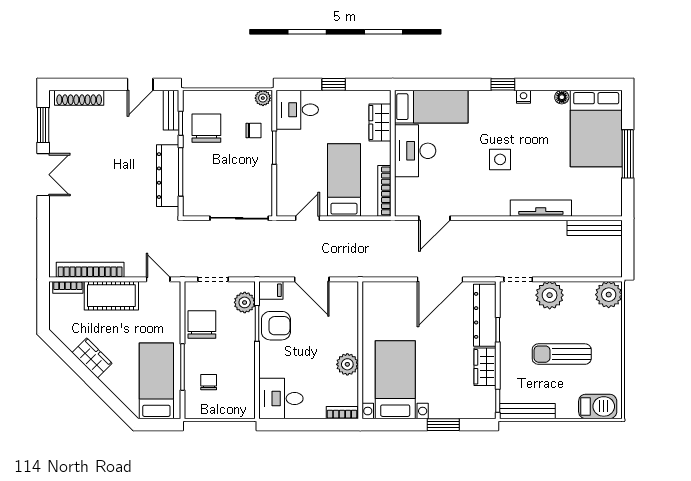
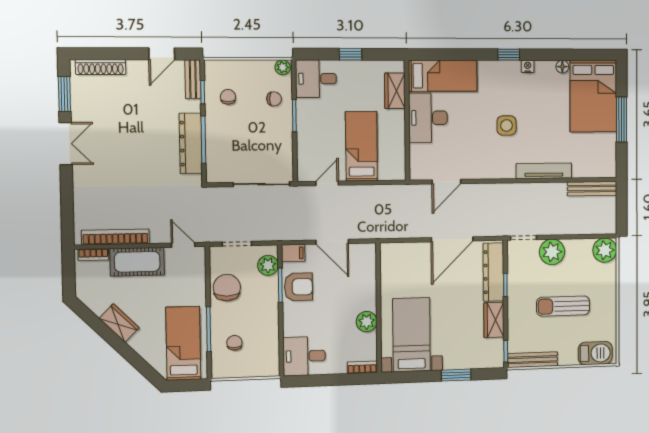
chair: (206, 128) -> (228, 97), width x0.54, depth x0.54
bookcase: (384, 191) -> (400, 156), removed

